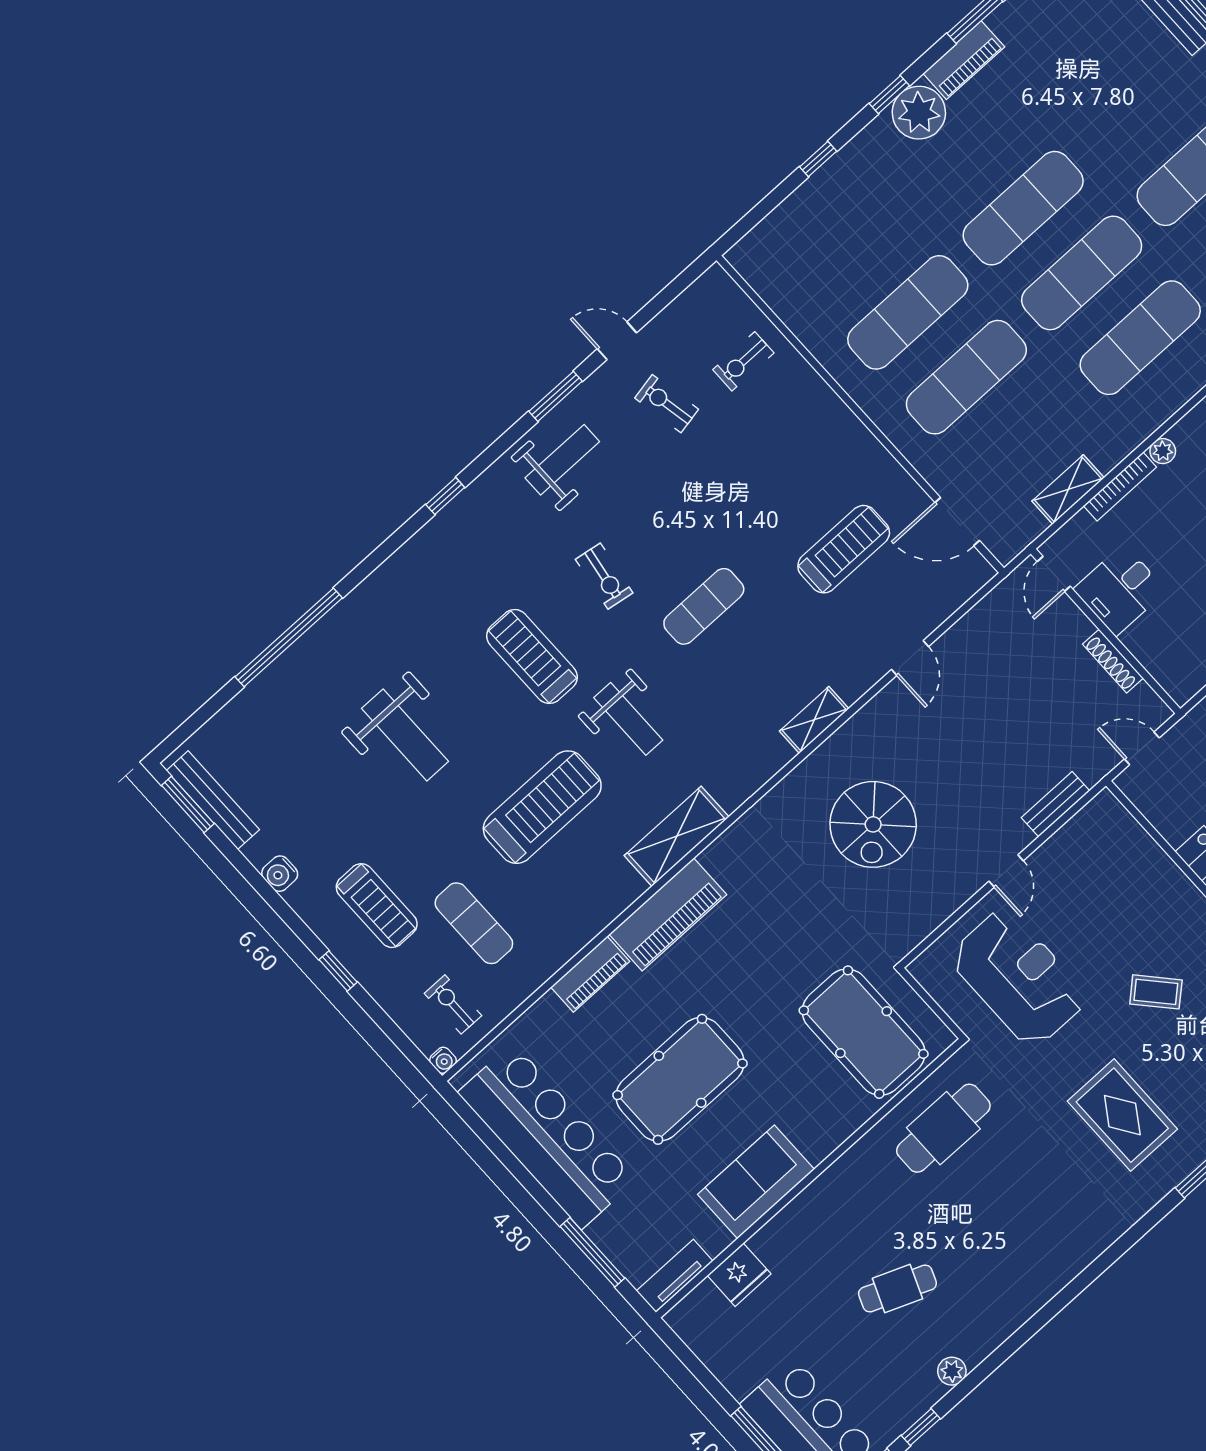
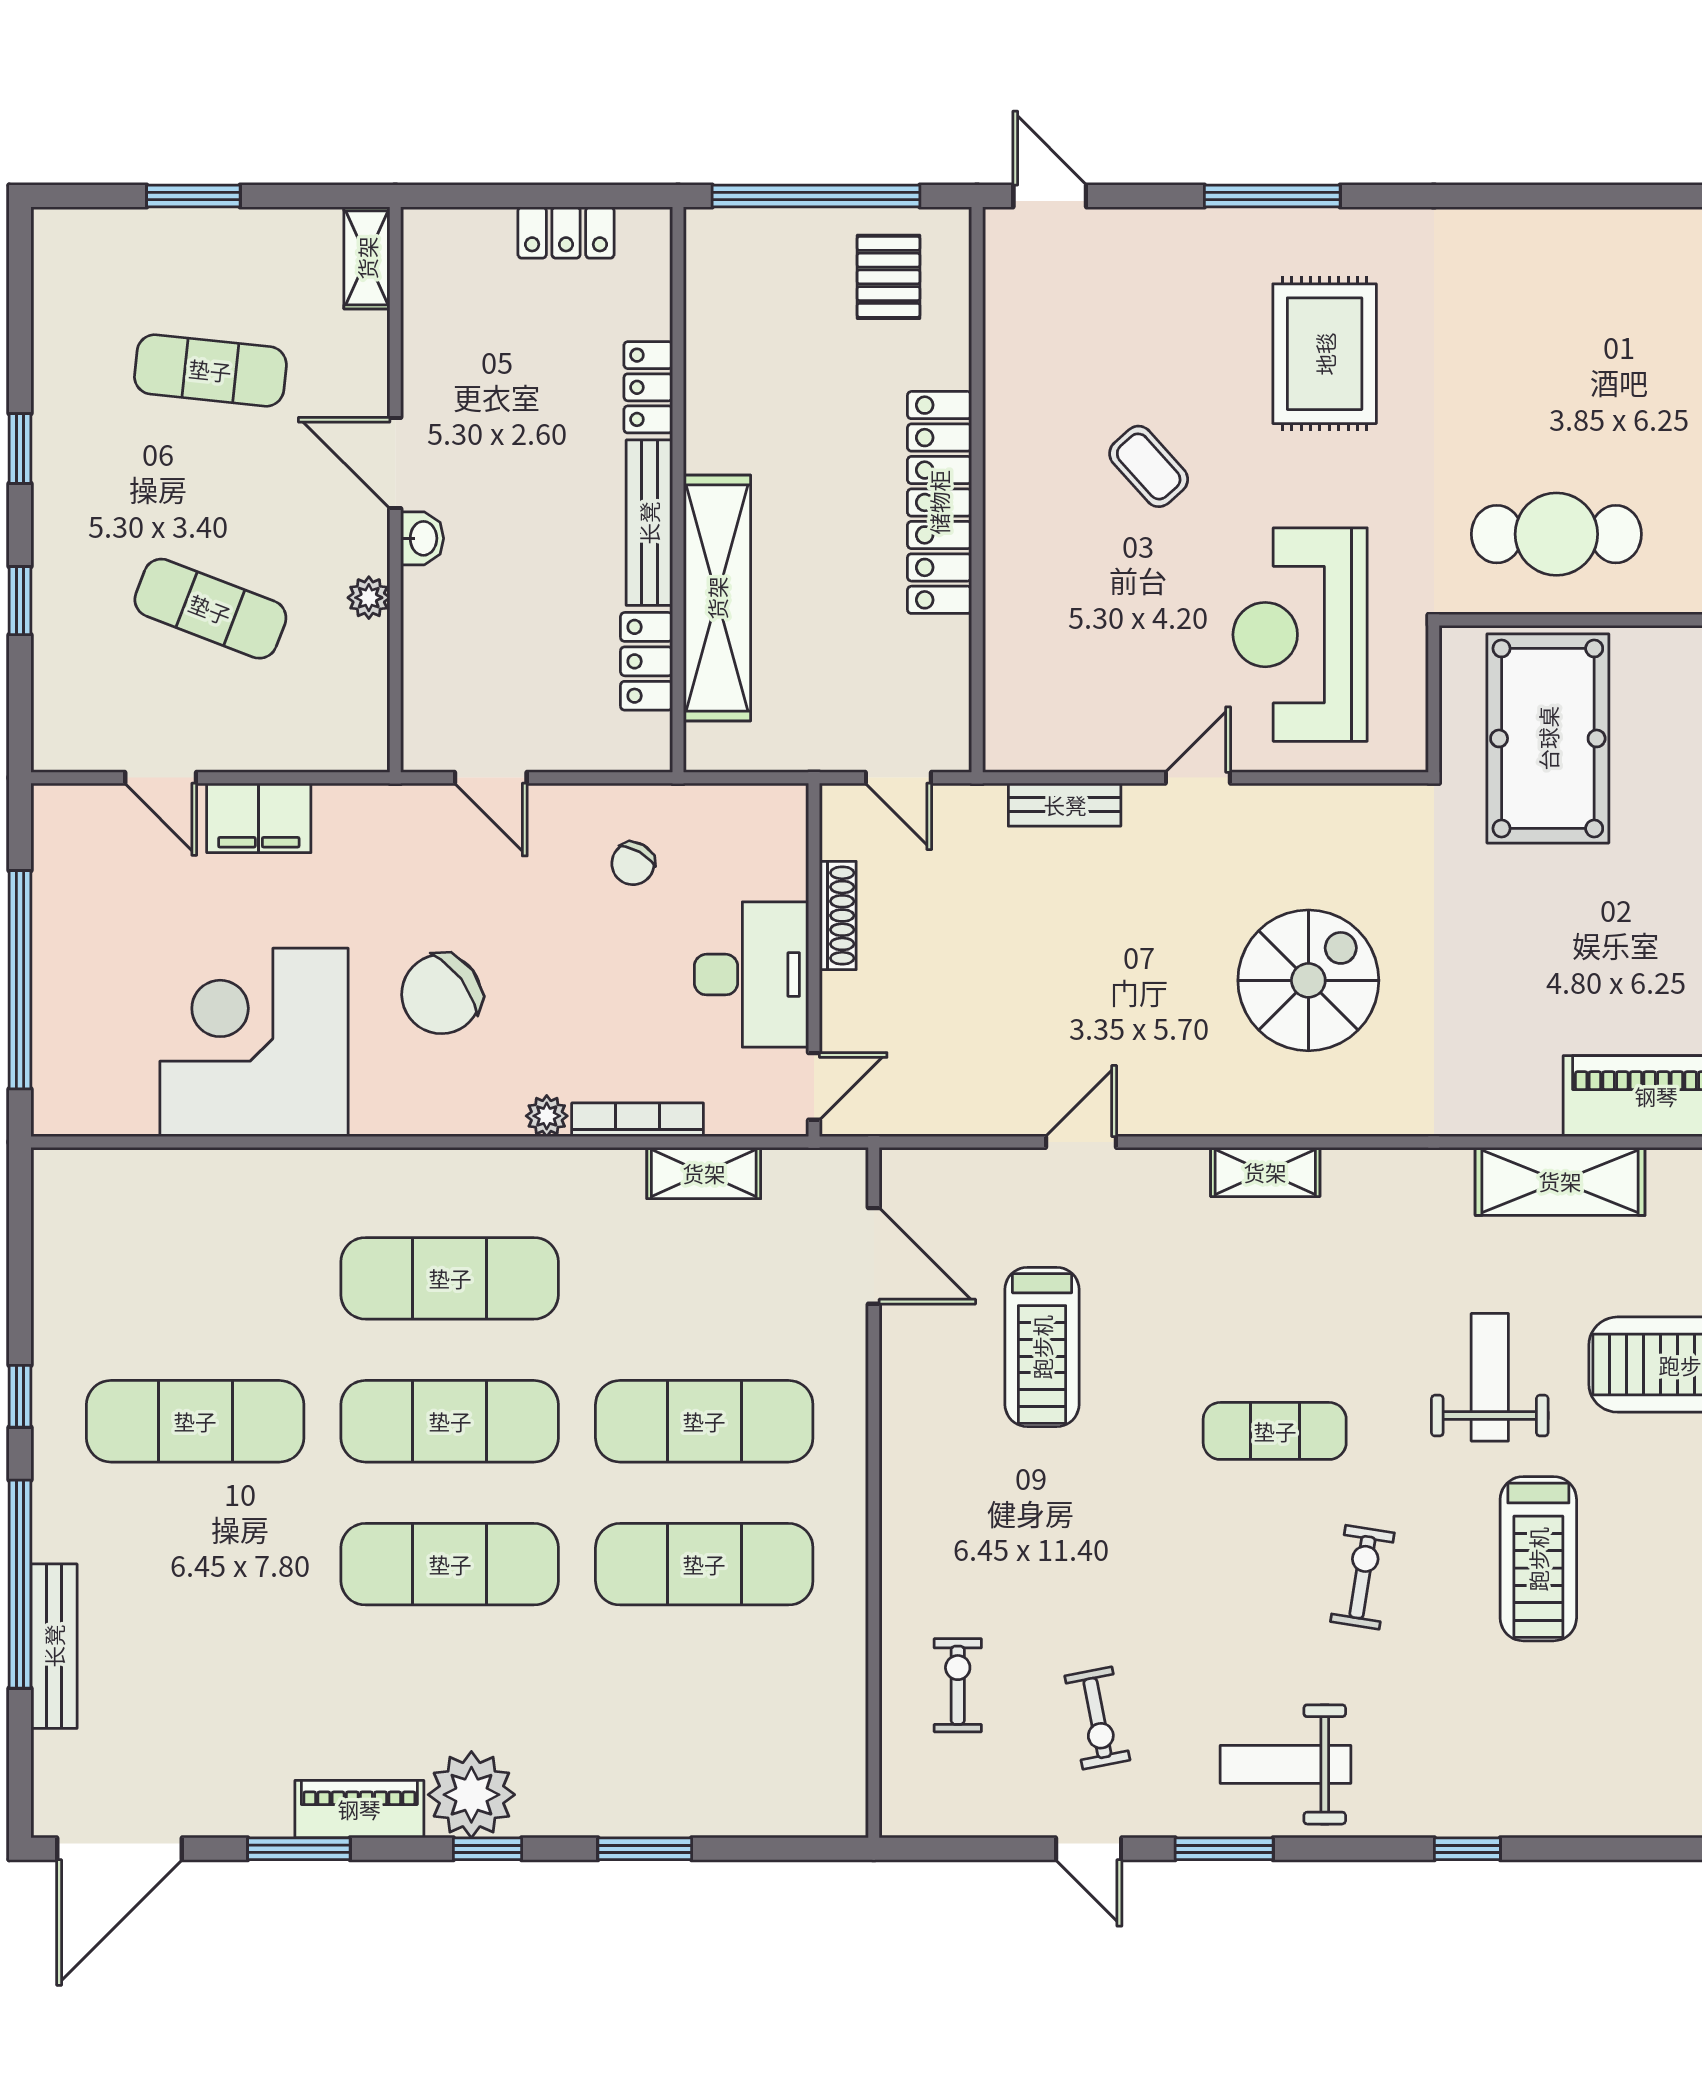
window: (818, 159) -> (645, 1849), width x1.50
exercise bike: (743, 361) -> (958, 1685), turned -90
treadmill: (844, 549) -> (1042, 1347), turned -90
desk: (1120, 590) -> (751, 975), width x1.37

